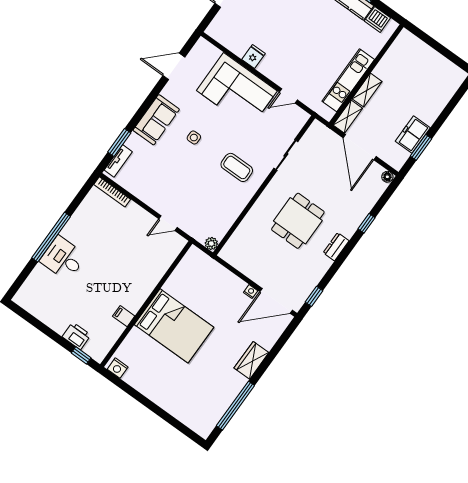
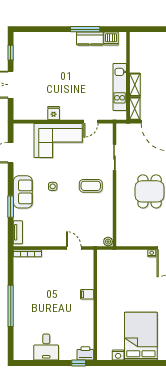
window: (119, 142) -> (11, 207), moved
door: (168, 223) -> (74, 248), swing flipped
desk: (63, 258) -> (46, 347), moved, turned -90
filing cabinet: (124, 316) -> (87, 294), moved
bed: (174, 326) -> (141, 336), moved, turned -90
printer: (77, 336) -> (85, 353), moved
nightstand: (118, 368) -> (118, 355), moved

